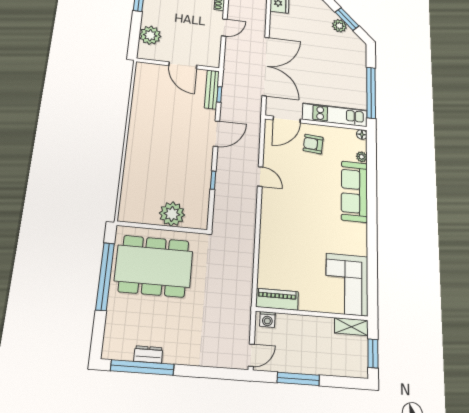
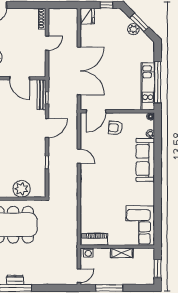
kitchen unit: (335, 115) -> (148, 86), moved, turned -90
shelving: (351, 327) -> (122, 253), moved

